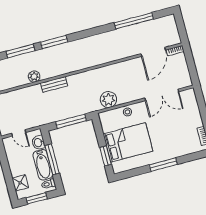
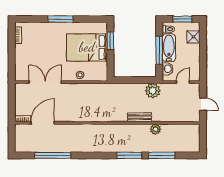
plant: (108, 100) -> (153, 91), moved
window: (71, 121) -> (133, 80), removed
door: (19, 133) -> (183, 82), hinge flipped

